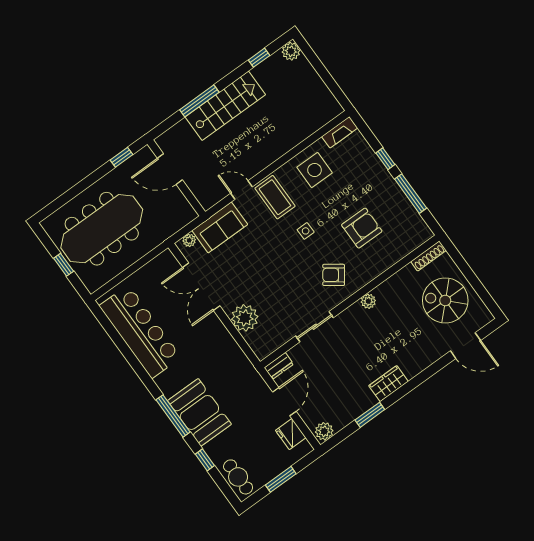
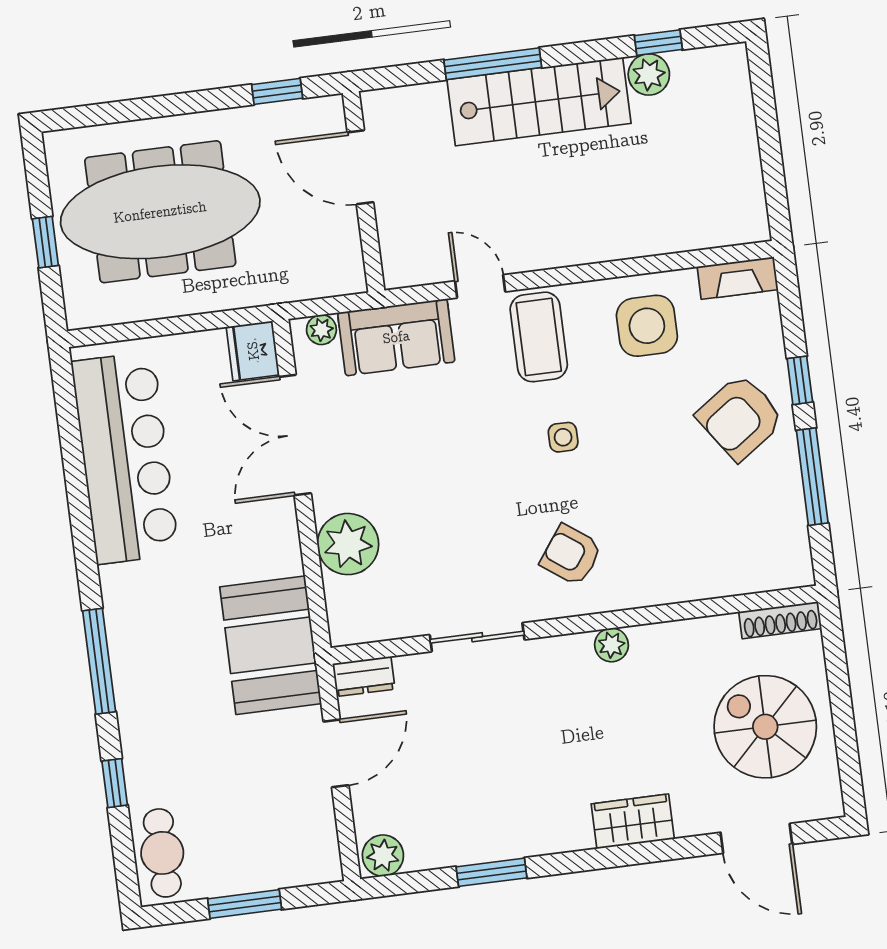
plant: (291, 51) -> (649, 75), moved
armchair: (362, 228) -> (740, 417), moved, turned 145
wardrobe: (388, 384) -> (633, 821), moved
booth: (199, 412) -> (271, 645), moved
fridge: (291, 434) -> (253, 351), moved

